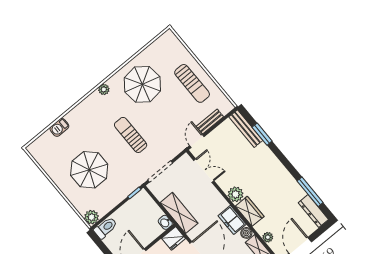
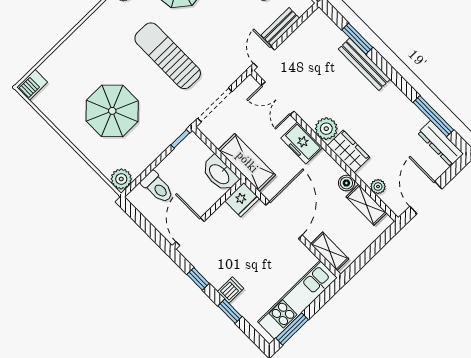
barbecue: (59, 127) -> (32, 85), moved
bench: (246, 129) -> (364, 64), moved
sun lounger: (131, 135) -> (168, 56), width x1.36, depth x1.34
double door: (204, 171) -> (278, 98), swing flipped
freezer: (232, 220) -> (302, 143), moved
washbasin: (165, 222) -> (220, 174), width x1.91, depth x1.45
toilet: (106, 228) -> (157, 187), moved, turned 90

